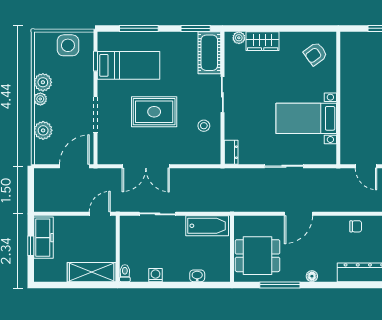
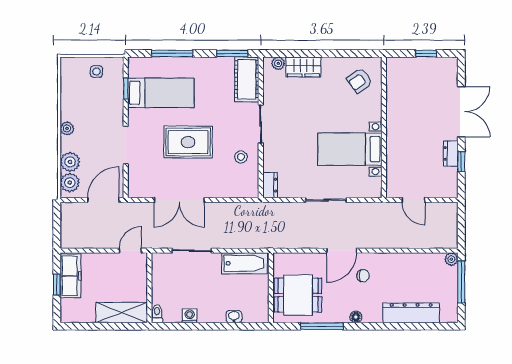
side table: (68, 45) -> (96, 71), width x0.54, depth x0.54
plant: (43, 82) -> (70, 183), moved
chair: (356, 226) -> (363, 276), moved

